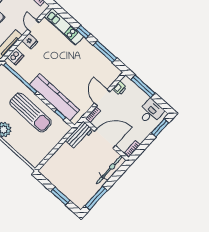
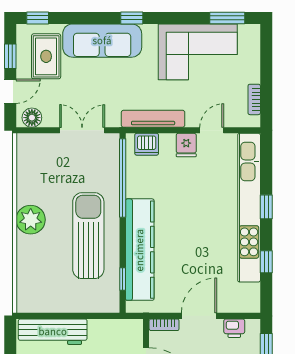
kitchen unit: (64, 27) -> (249, 208), width x1.86
window: (105, 52) -> (266, 262), width x0.46
sun lounger: (31, 112) -> (88, 236), turned 180
workbench: (79, 135) -> (53, 332), moved, width x1.38

